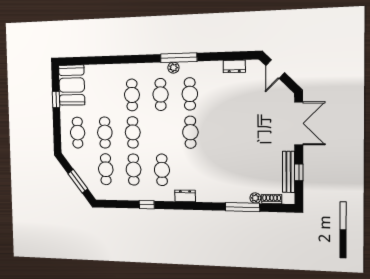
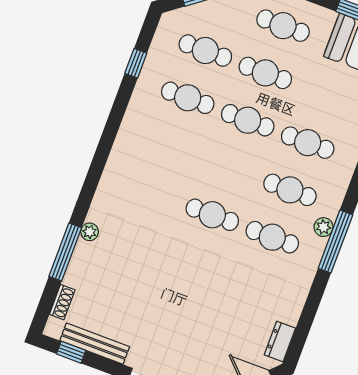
dresser: (234, 66) -> (280, 341), moved
cafe table: (162, 170) -> (170, 145), removed
window: (299, 172) -> (71, 352), moved
dresser: (185, 196) -> (115, 167), removed
plant: (255, 198) -> (90, 232), moved
window: (147, 205) -> (136, 63), moved

